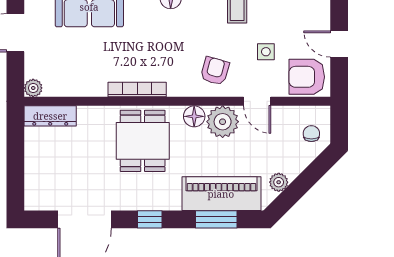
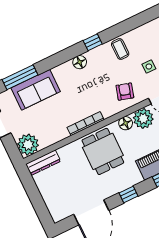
plant: (33, 88) -> (28, 145), width x1.88, depth x1.88

